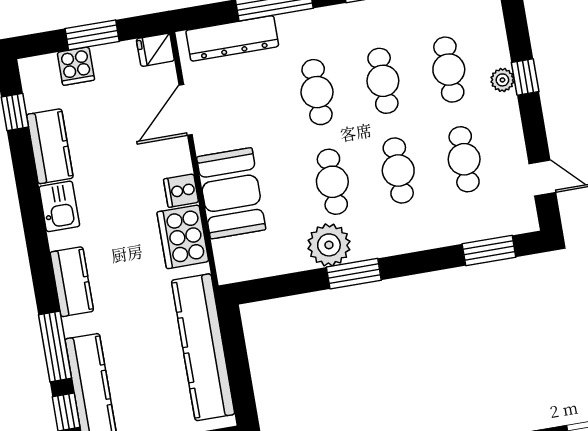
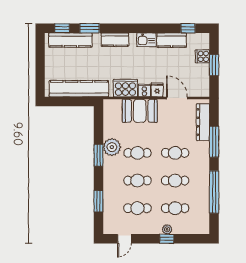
fridge: (155, 50) -> (157, 90), moved
window: (489, 251) -> (98, 201), moved
window: (55, 347) -> (90, 28), width x0.69

